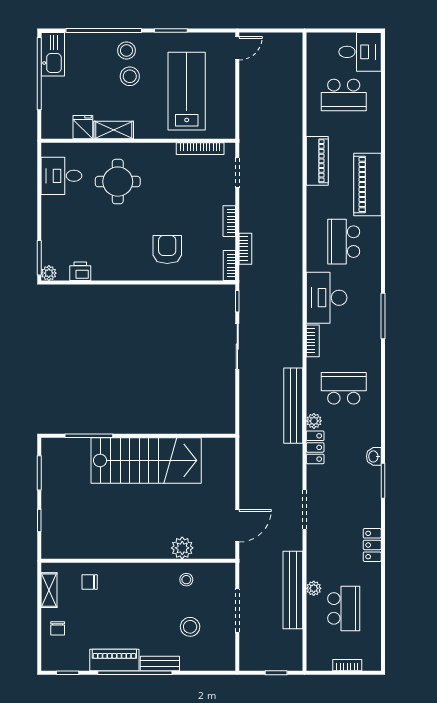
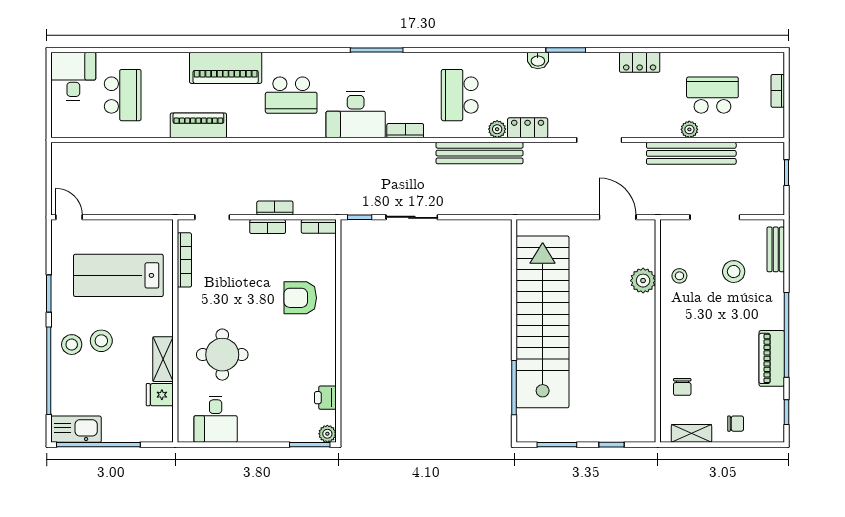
bookcase: (245, 249) -> (275, 208), moved
stairs: (146, 460) -> (543, 322), width x1.36
bench: (160, 663) -> (776, 249), moved

